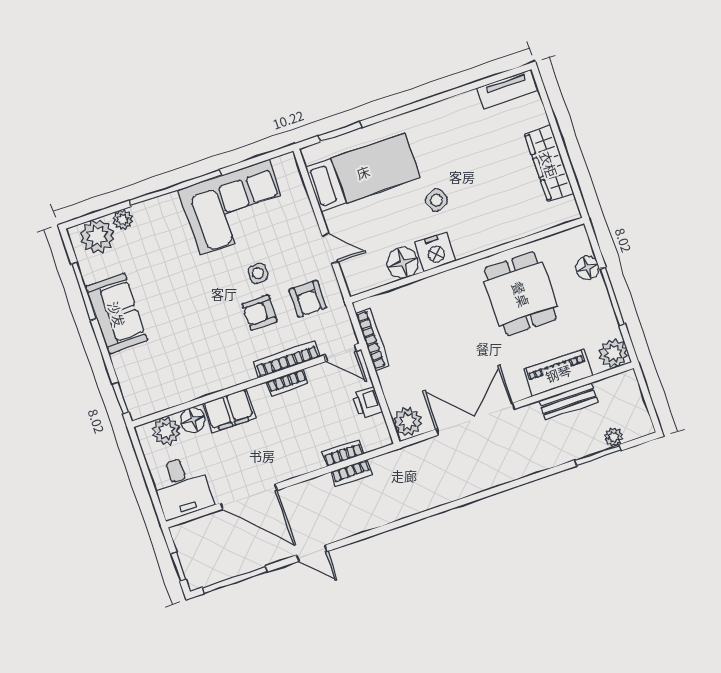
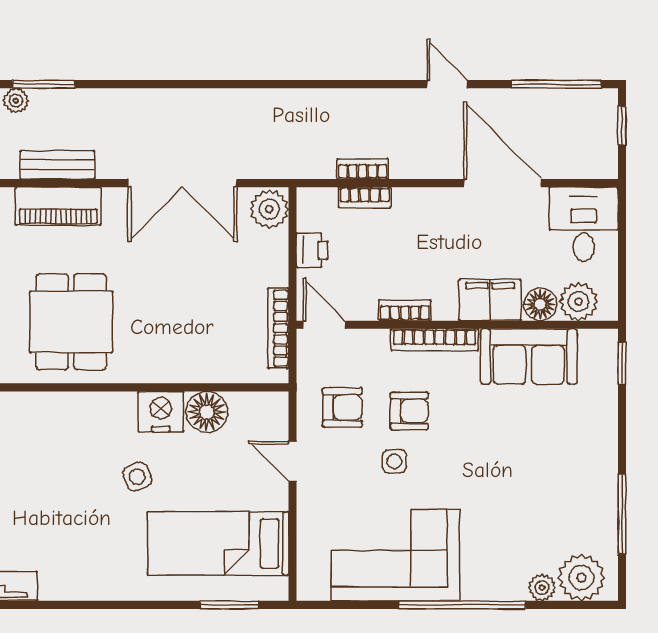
armchair: (308, 299) -> (342, 408), turned 90
sofa: (117, 314) -> (529, 356), moved, turned -90
bookcase: (287, 360) -> (435, 340), moved

